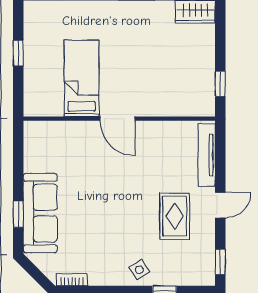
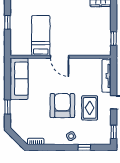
armchair: (123, 212) -> (62, 106), added
sofa: (40, 213) -> (19, 79), moved

